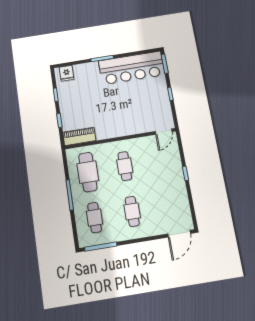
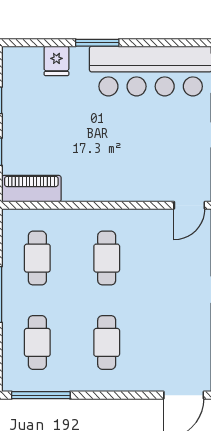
fridge: (67, 73) -> (56, 61), moved
cafe table: (88, 172) -> (37, 258), width x0.73, depth x0.74

